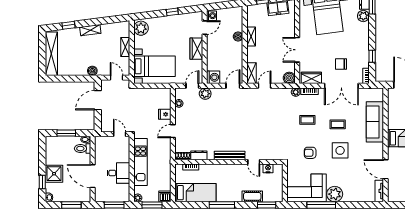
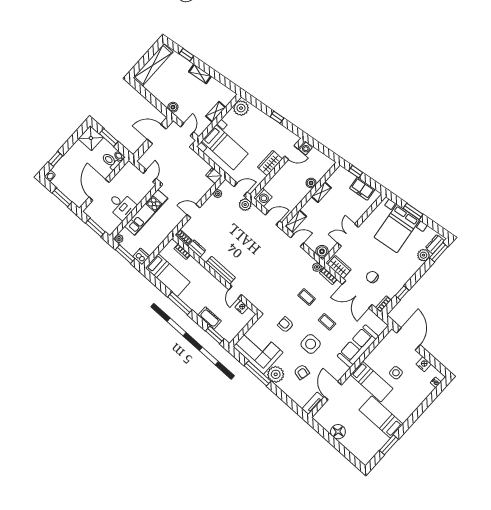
fridge: (165, 114) -> (214, 175), moved
shower: (54, 174) -> (91, 138), moved
armchair: (351, 176) -> (302, 372), added

